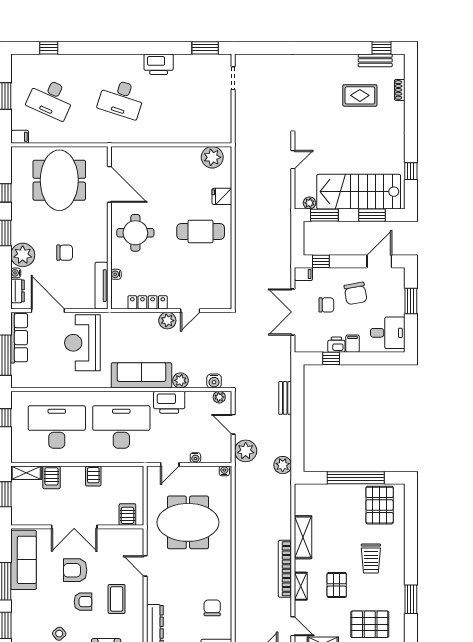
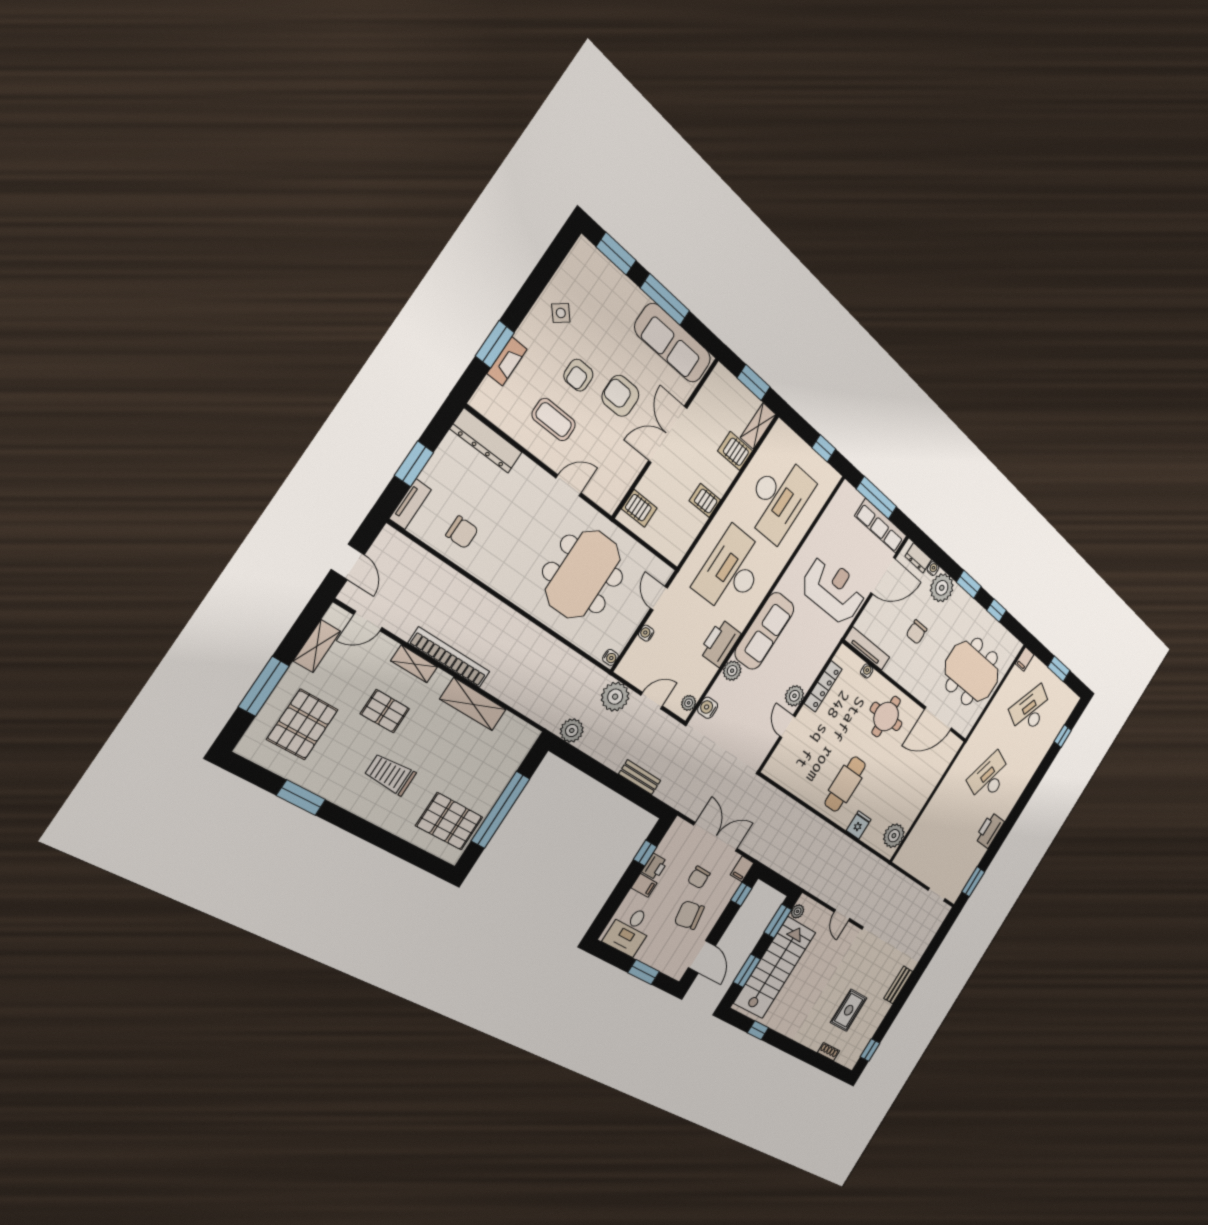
bench: (375, 60) -> (898, 985), moved
desk: (121, 427) -> (731, 571), turned 180
armchair: (75, 570) -> (620, 396), turned -90

